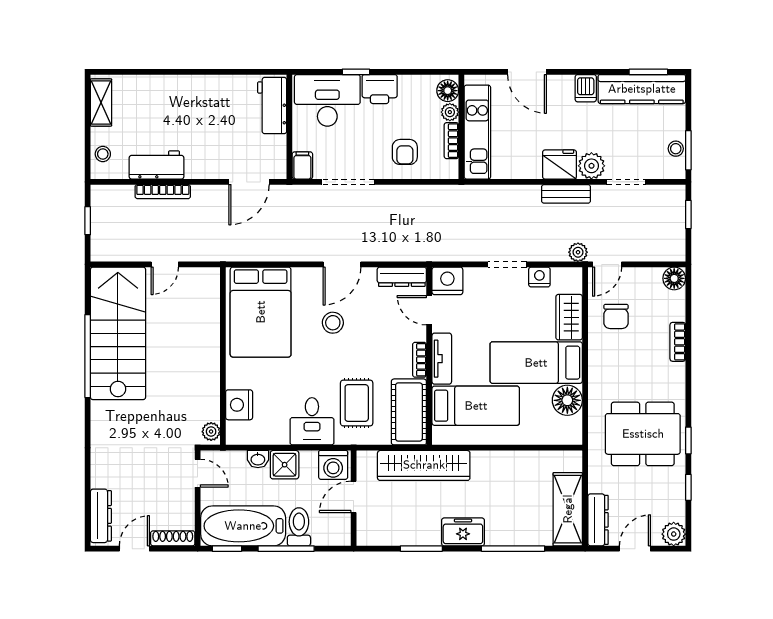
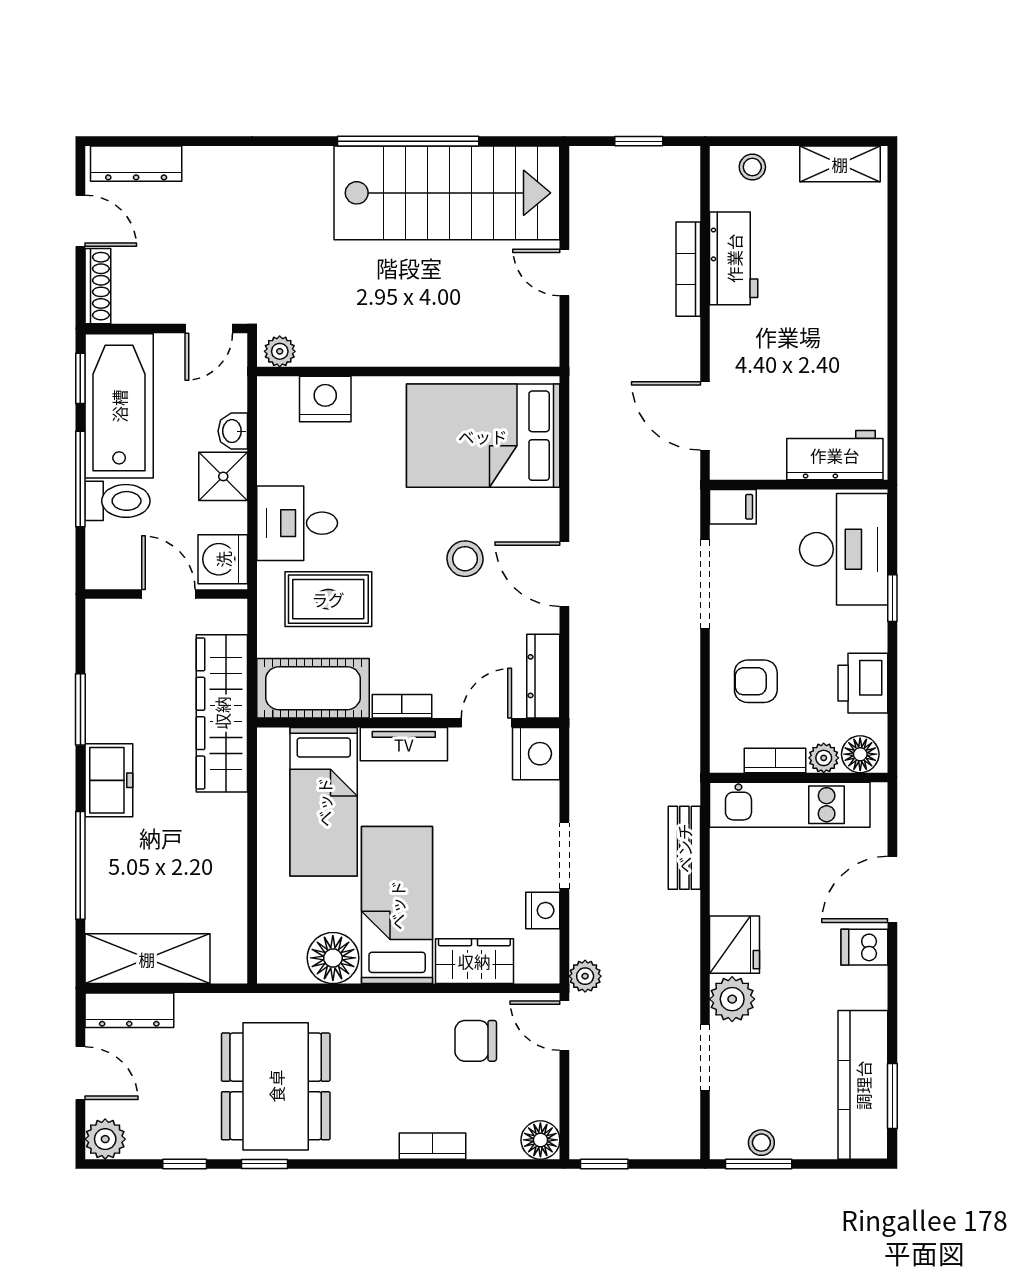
dishwasher: (586, 88) -> (864, 947), moved
printer: (380, 89) -> (863, 683), moved
bench: (566, 194) -> (684, 848), moved
window: (688, 214) -> (604, 1164), moved

